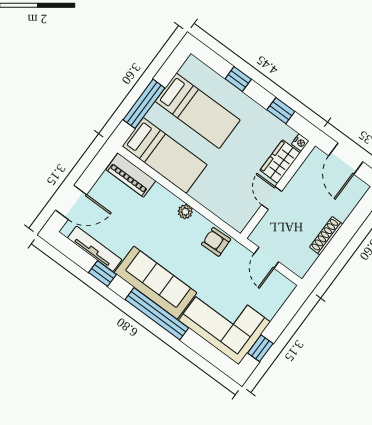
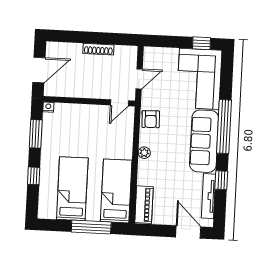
window: (281, 111) -> (36, 134), width x1.50
wardrobe: (280, 162) -> (70, 112), removed
door: (272, 198) -> (120, 103), moved

